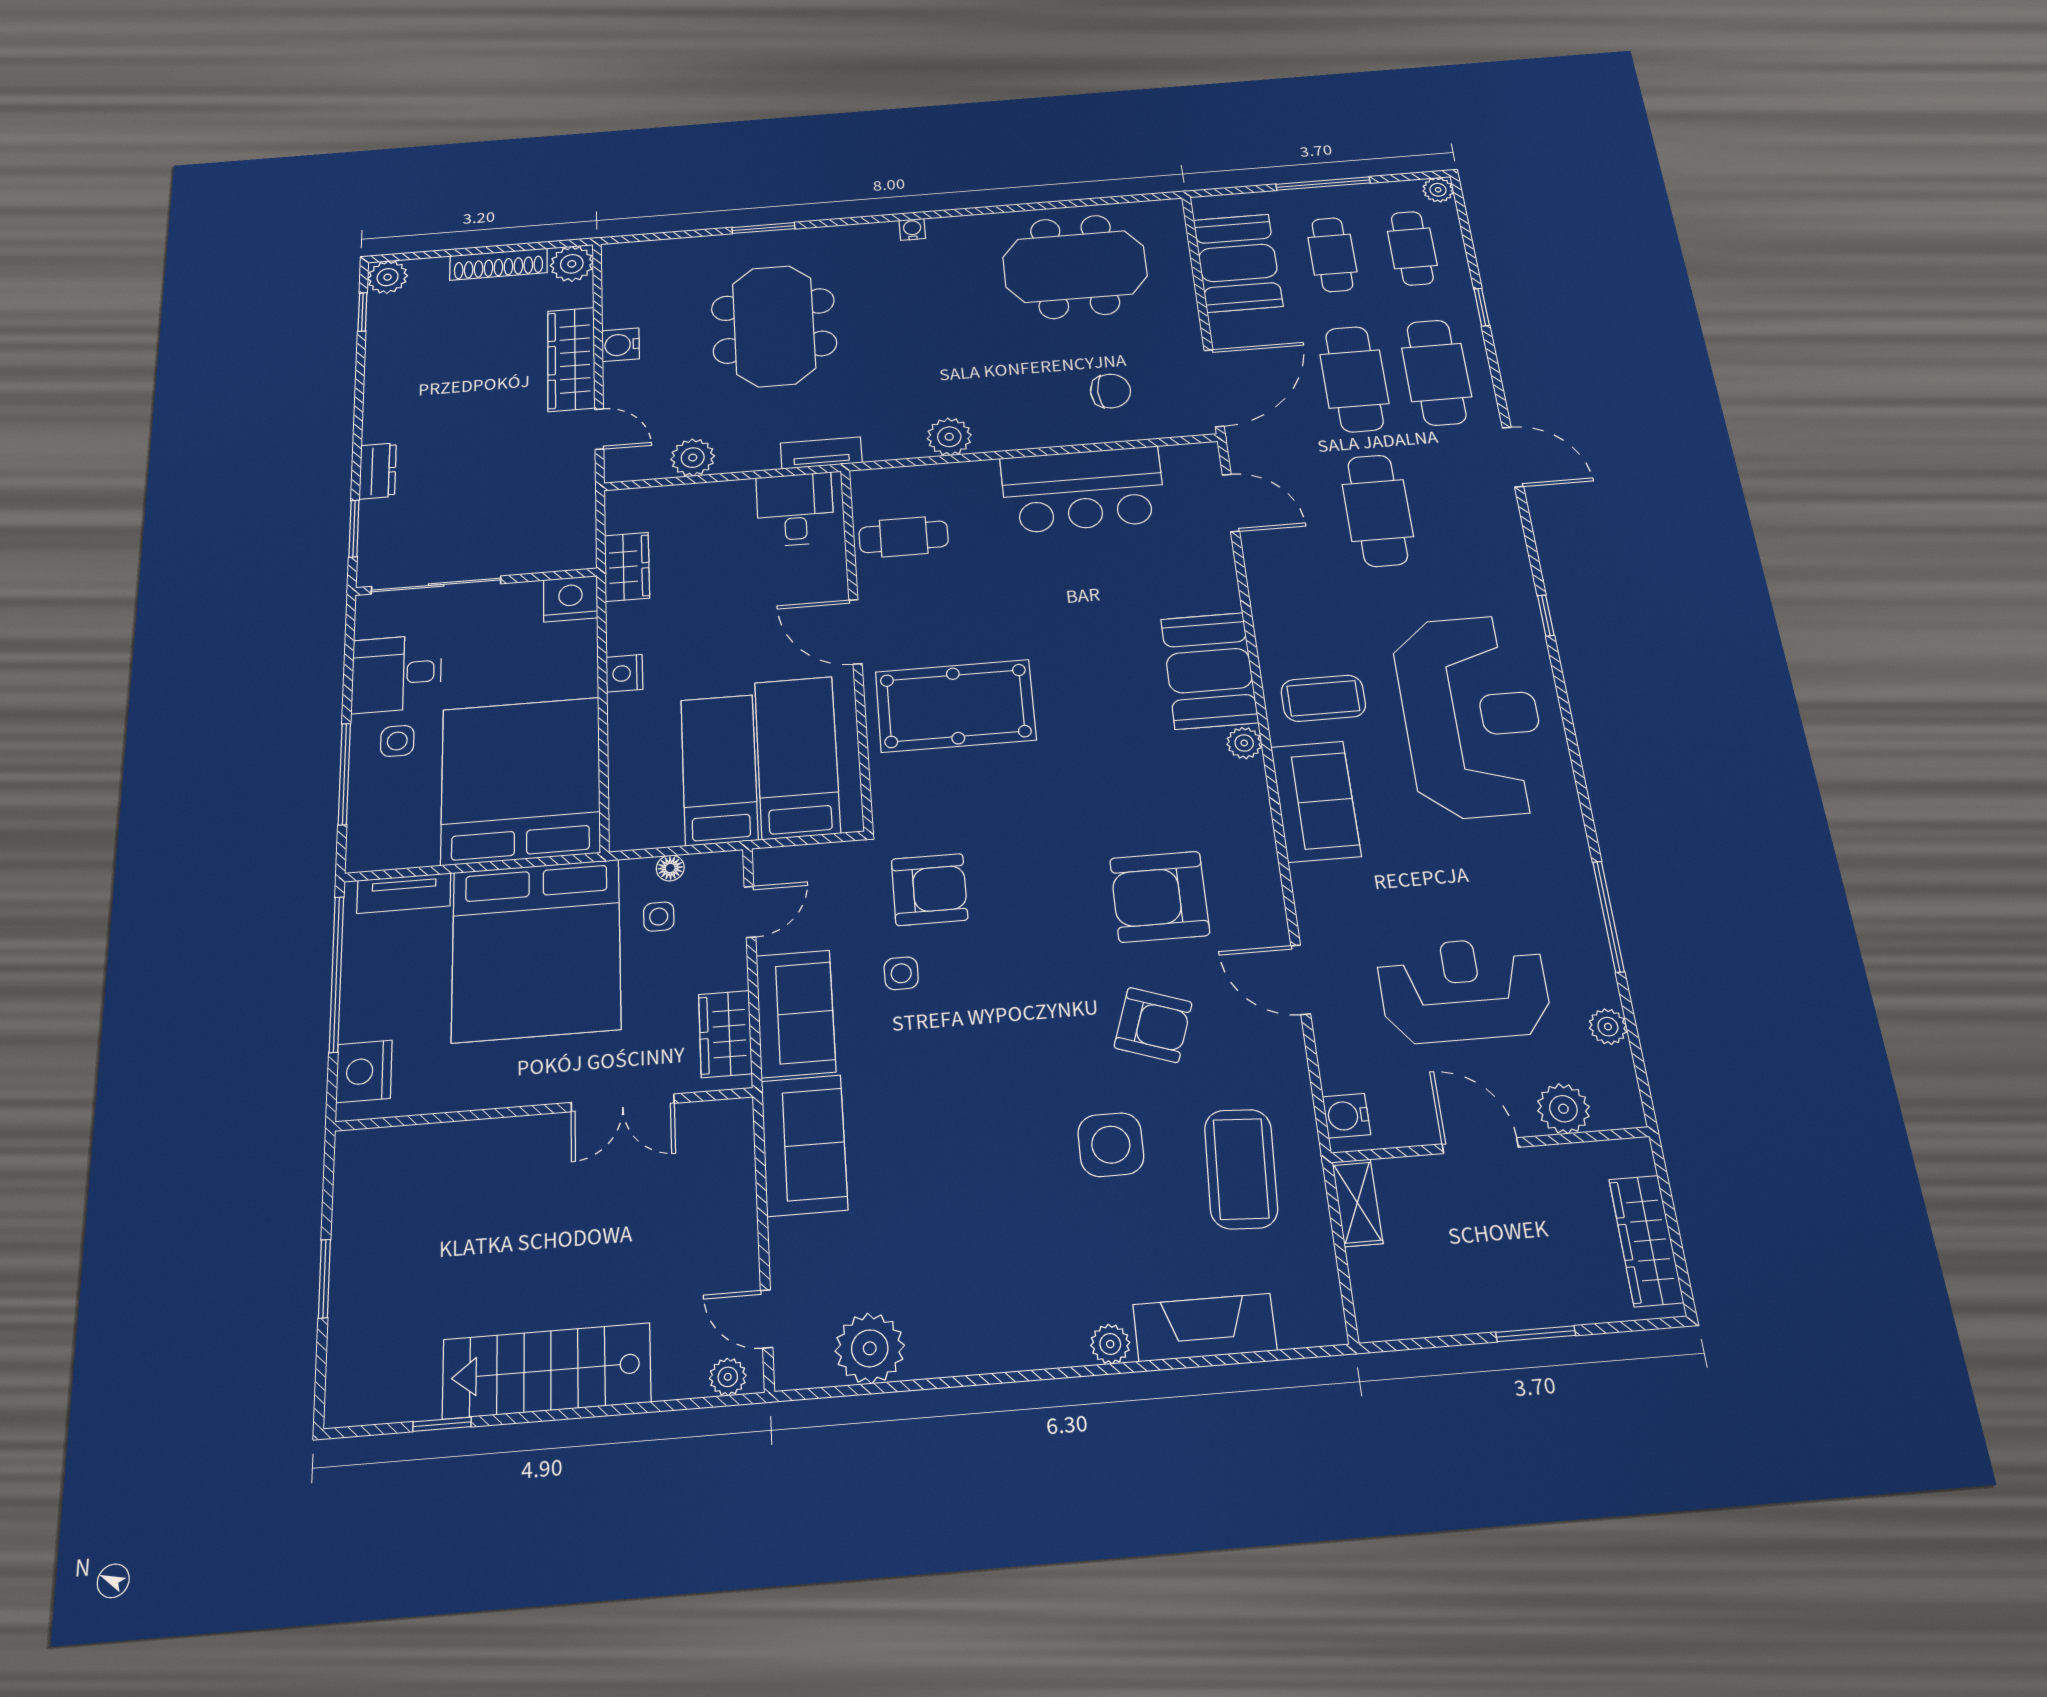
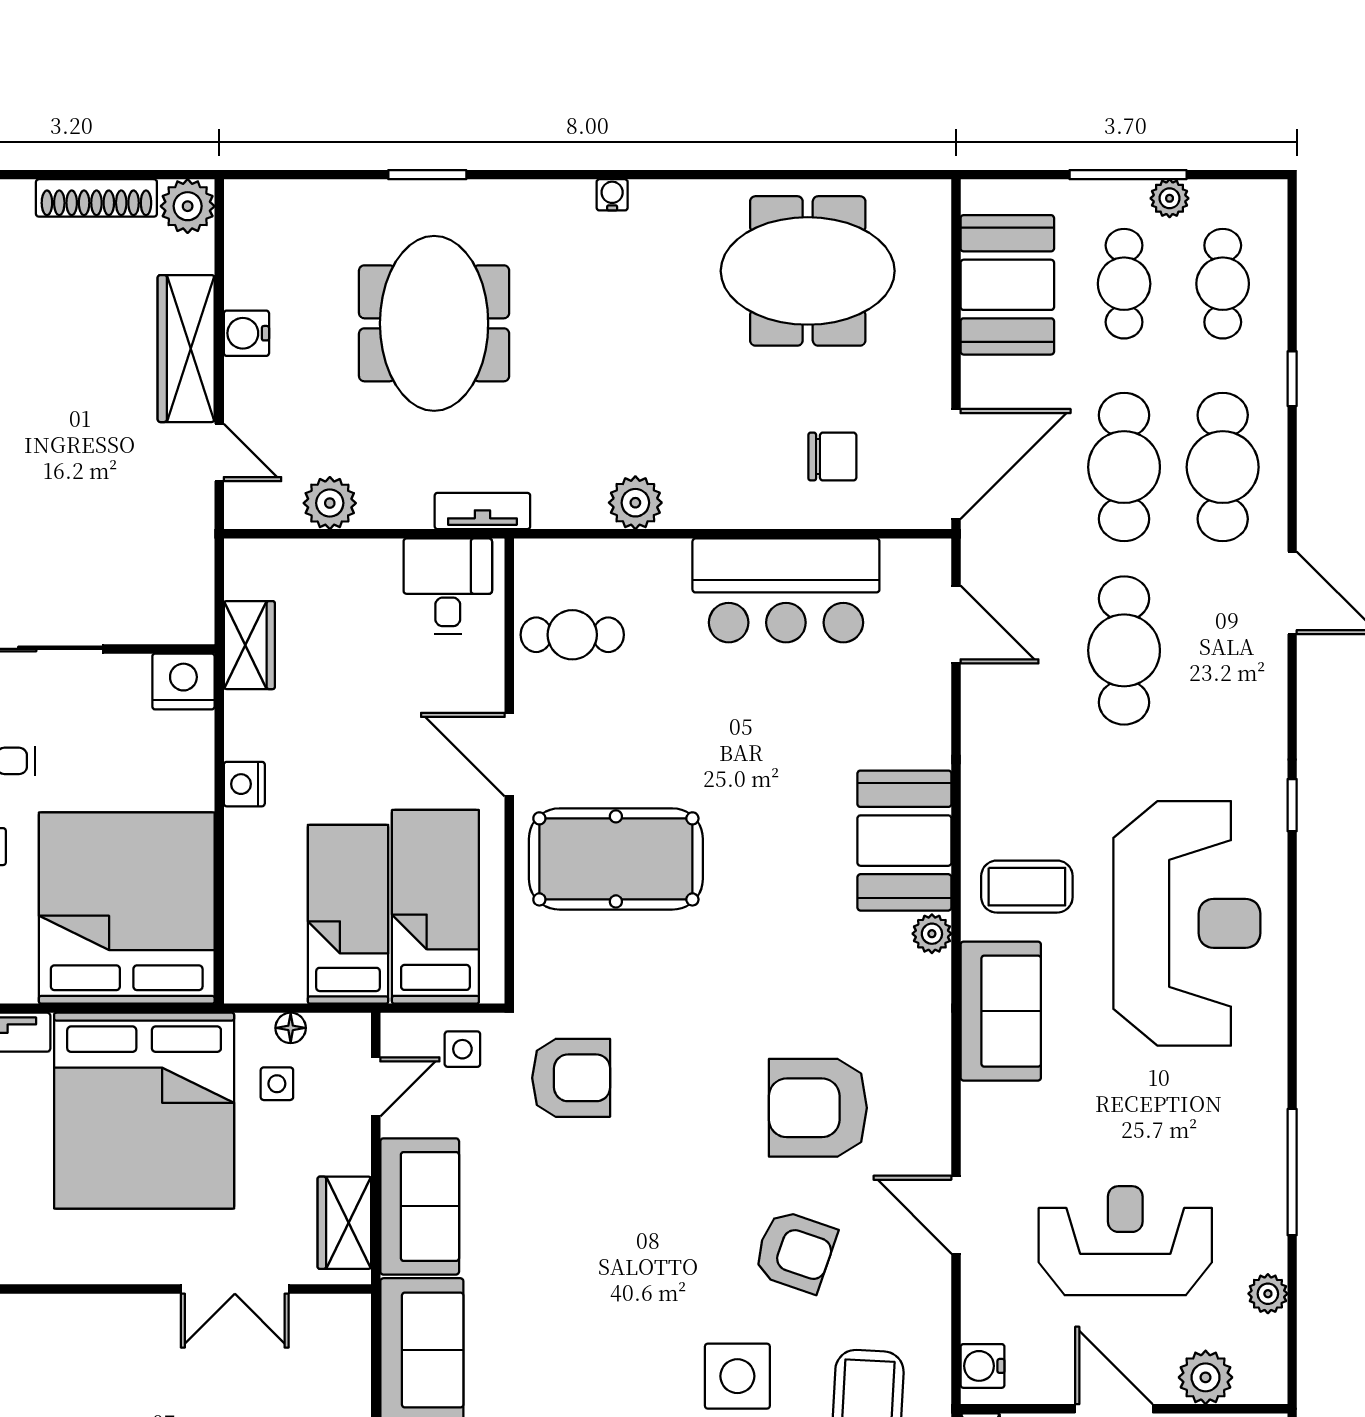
plant: (1438, 190) -> (1170, 198), moved
side table: (901, 973) -> (462, 1049), moved

